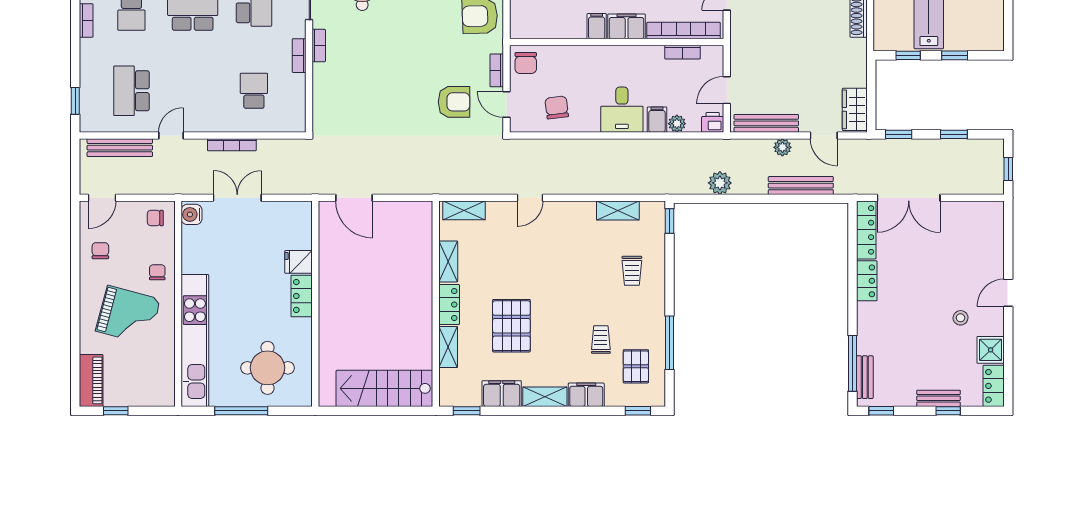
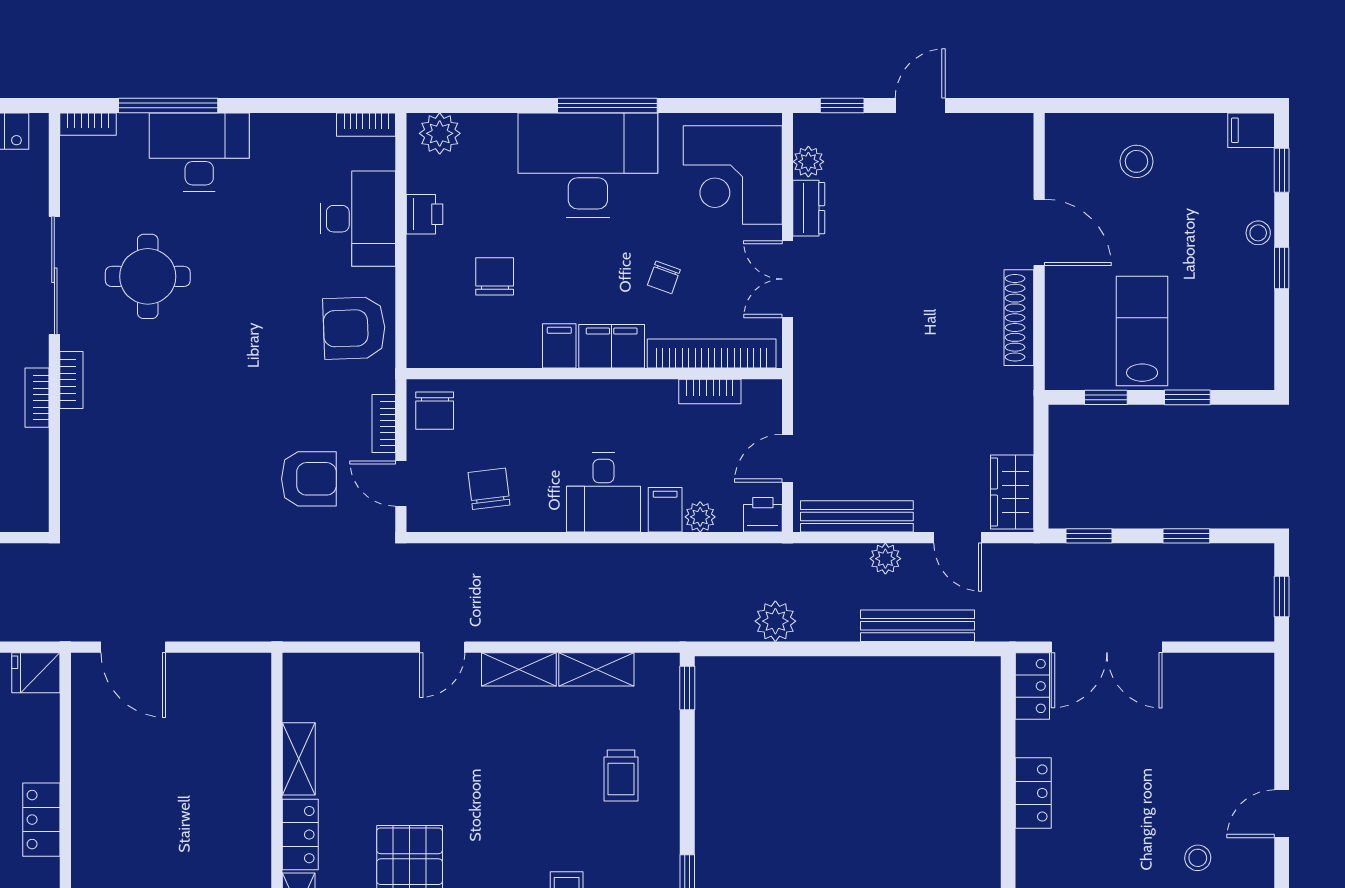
shelving: (464, 210) -> (519, 669), moved
locker: (866, 230) -> (1032, 686), width x0.66
fridge: (299, 262) -> (36, 673), moved

